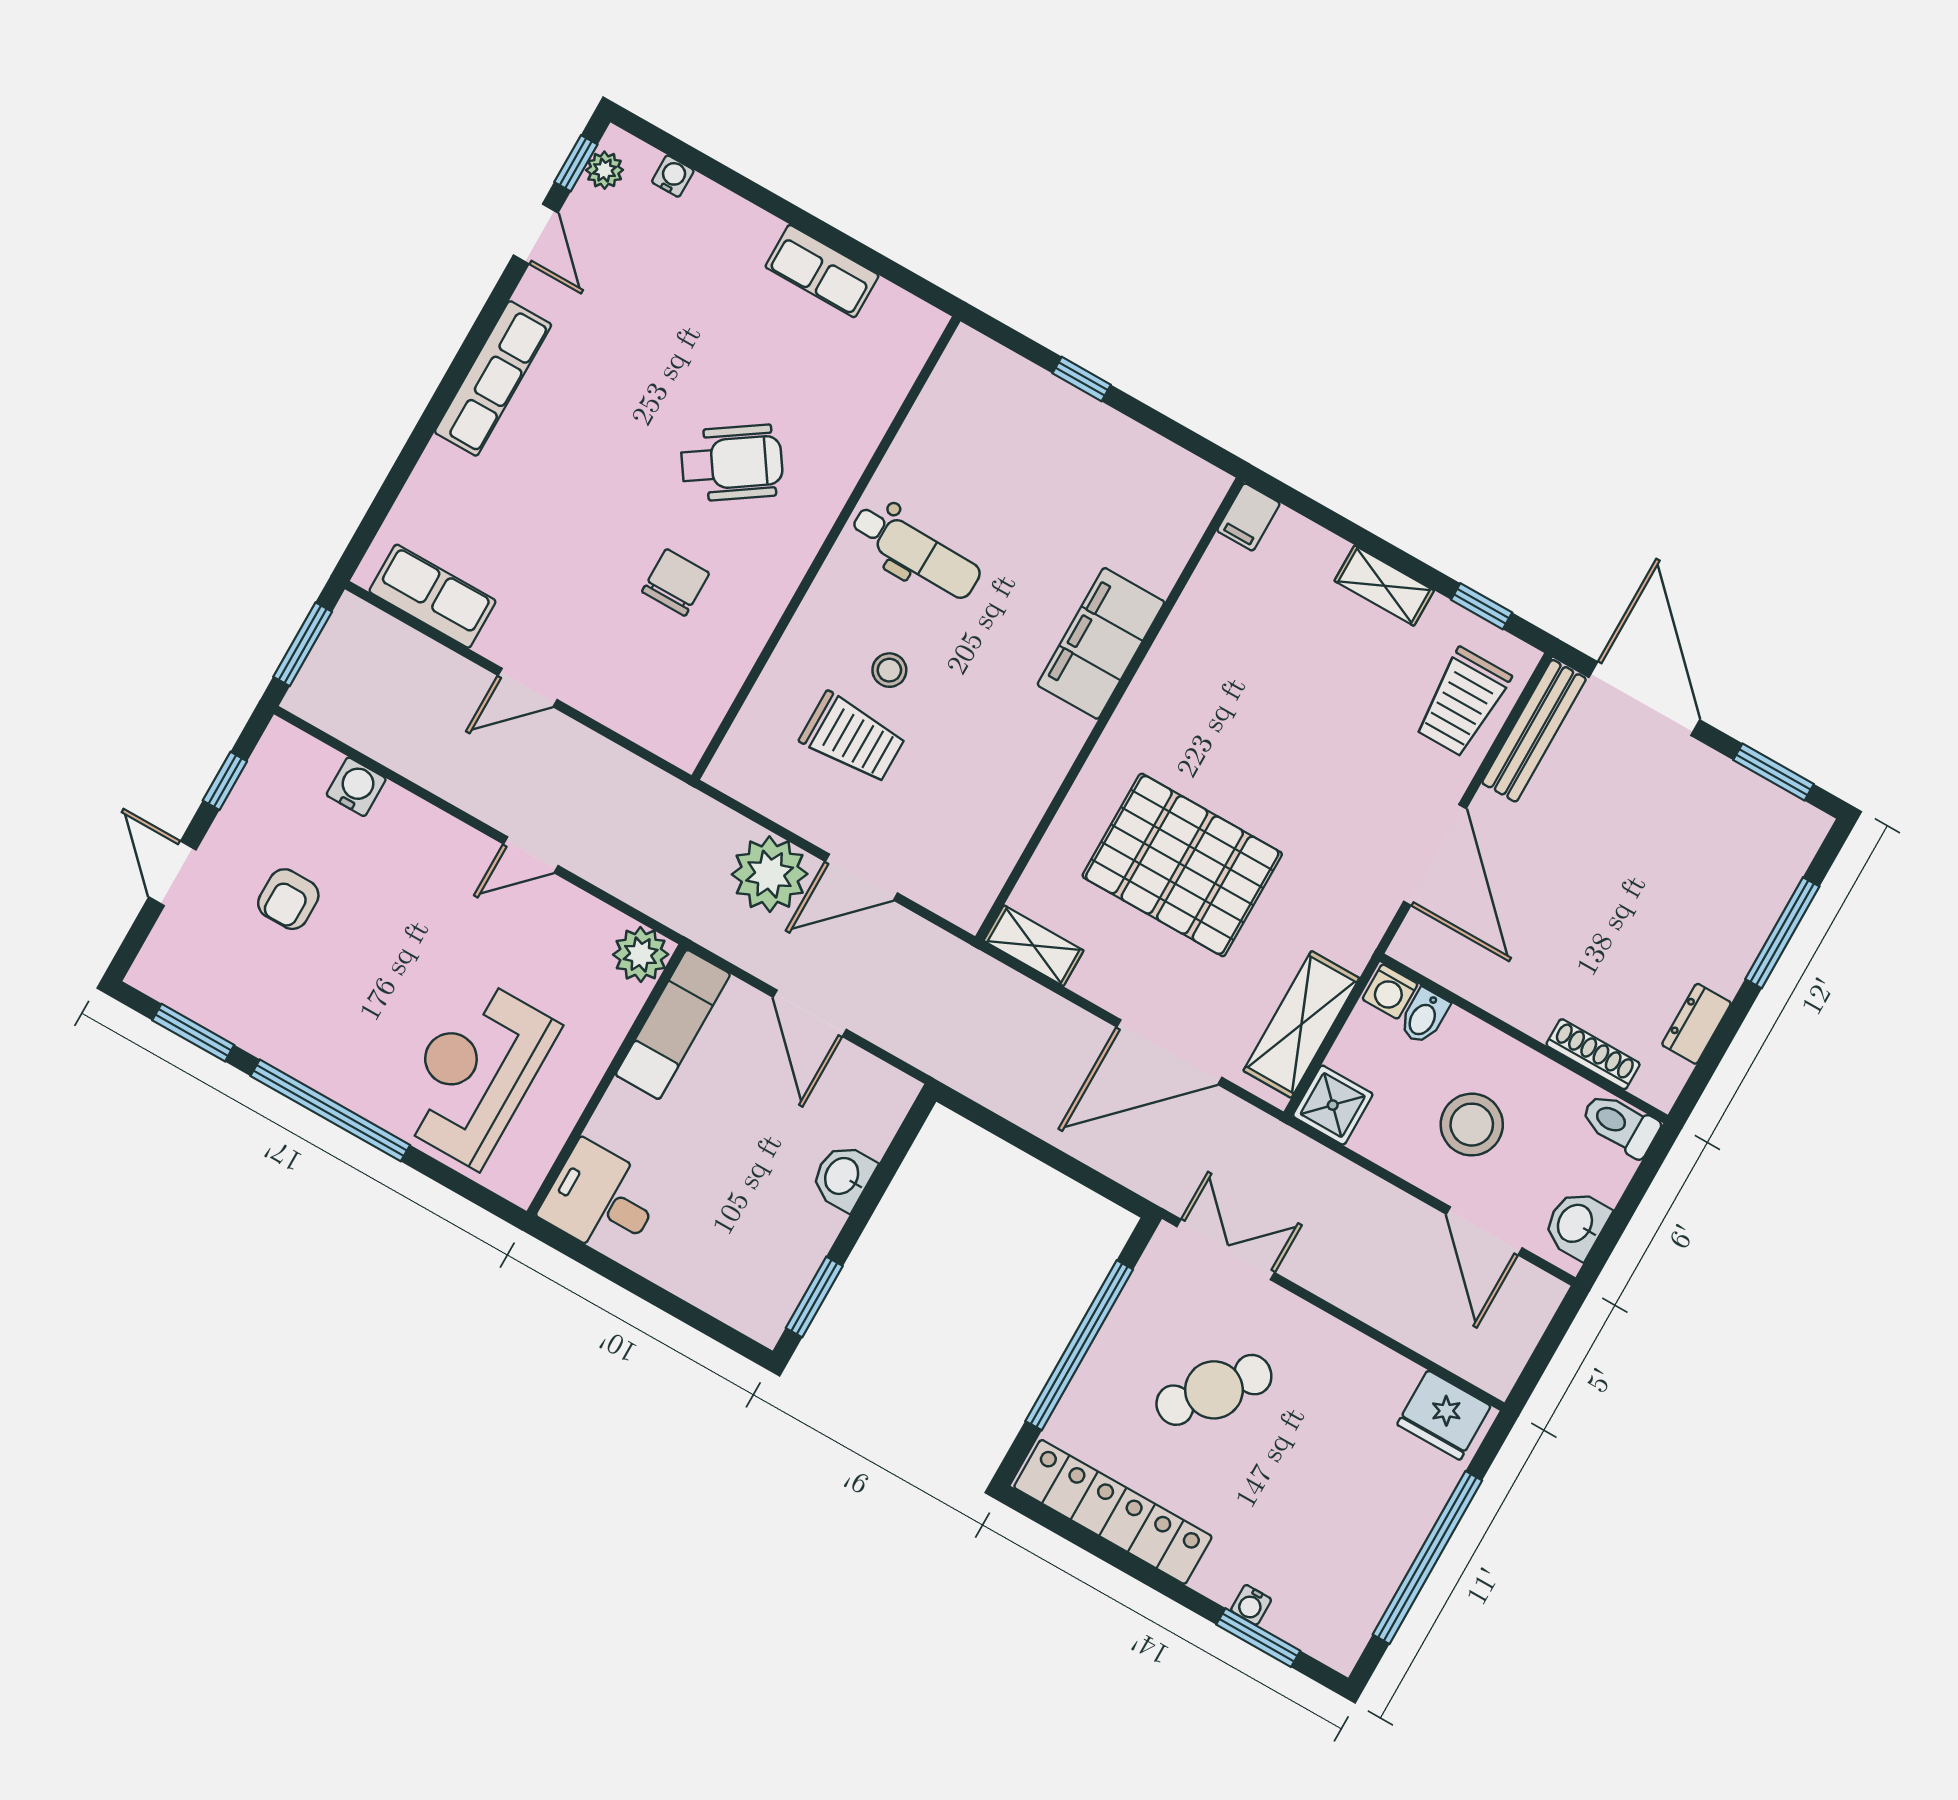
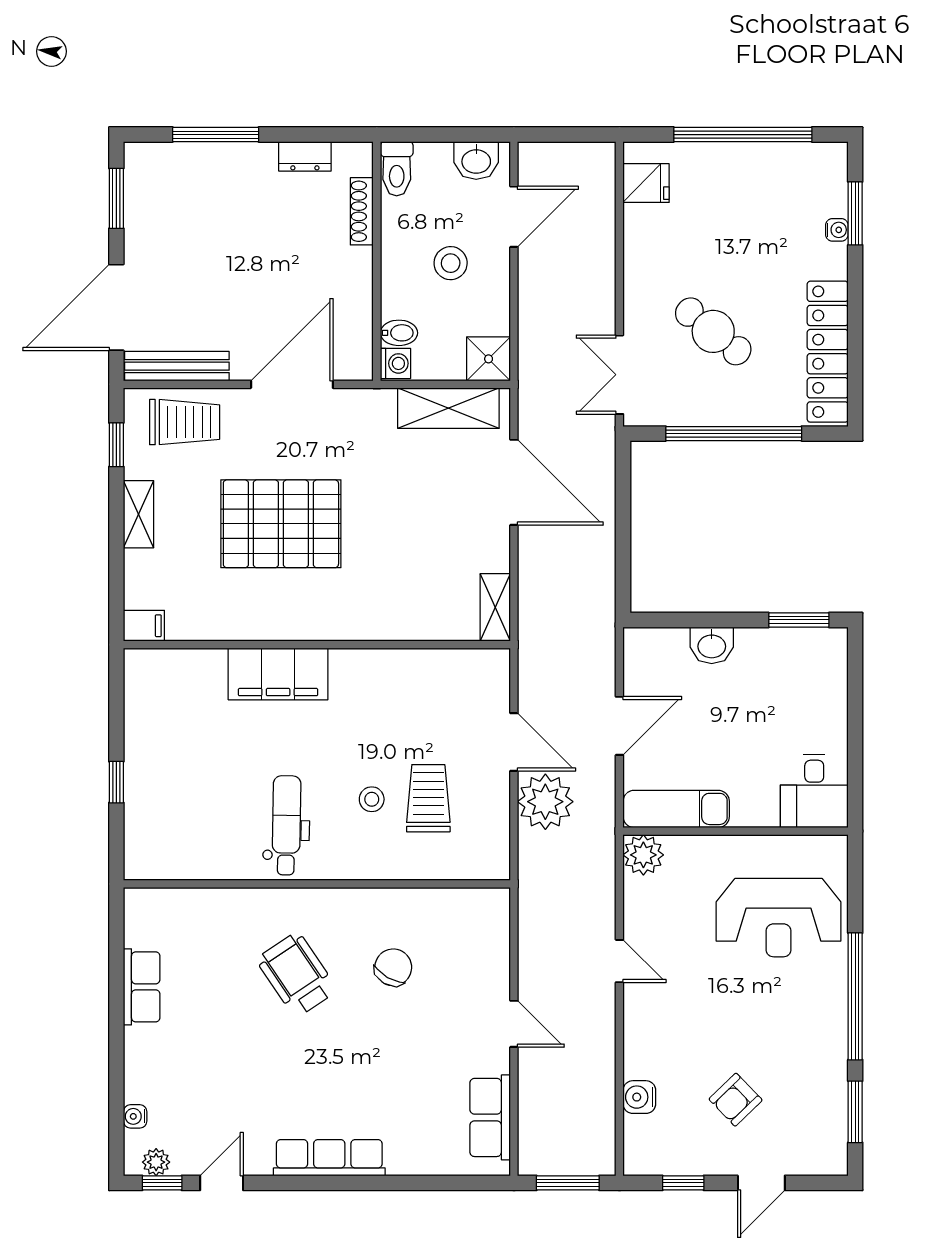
chair: (676, 582) -> (393, 967), turned 120
pallet: (1182, 865) -> (281, 524), moved, turned 90
armchair: (288, 899) -> (736, 1100), turned 136
stool: (1472, 1125) -> (451, 263), width x0.73, depth x0.73
fridge: (1444, 1415) -> (646, 183), width x0.72

